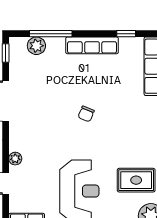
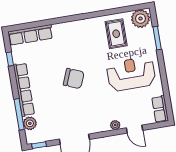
row of seats: (92, 45) -> (24, 90), width x1.36
chair: (86, 114) -> (74, 79), width x1.87, depth x1.87

